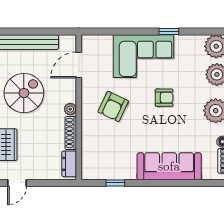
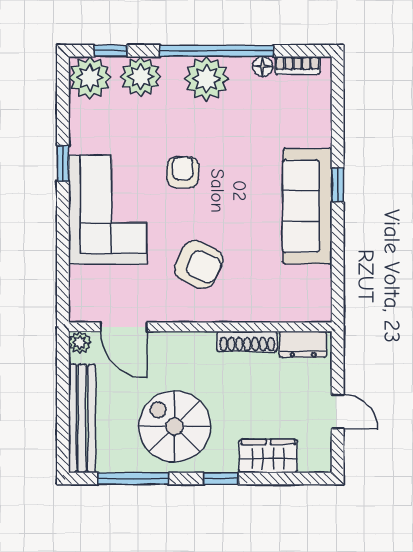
plant: (70, 109) -> (80, 342), moved
sofa: (169, 166) -> (307, 206), moved
door: (17, 183) -> (338, 412), moved
window: (115, 183) -> (338, 185), moved

